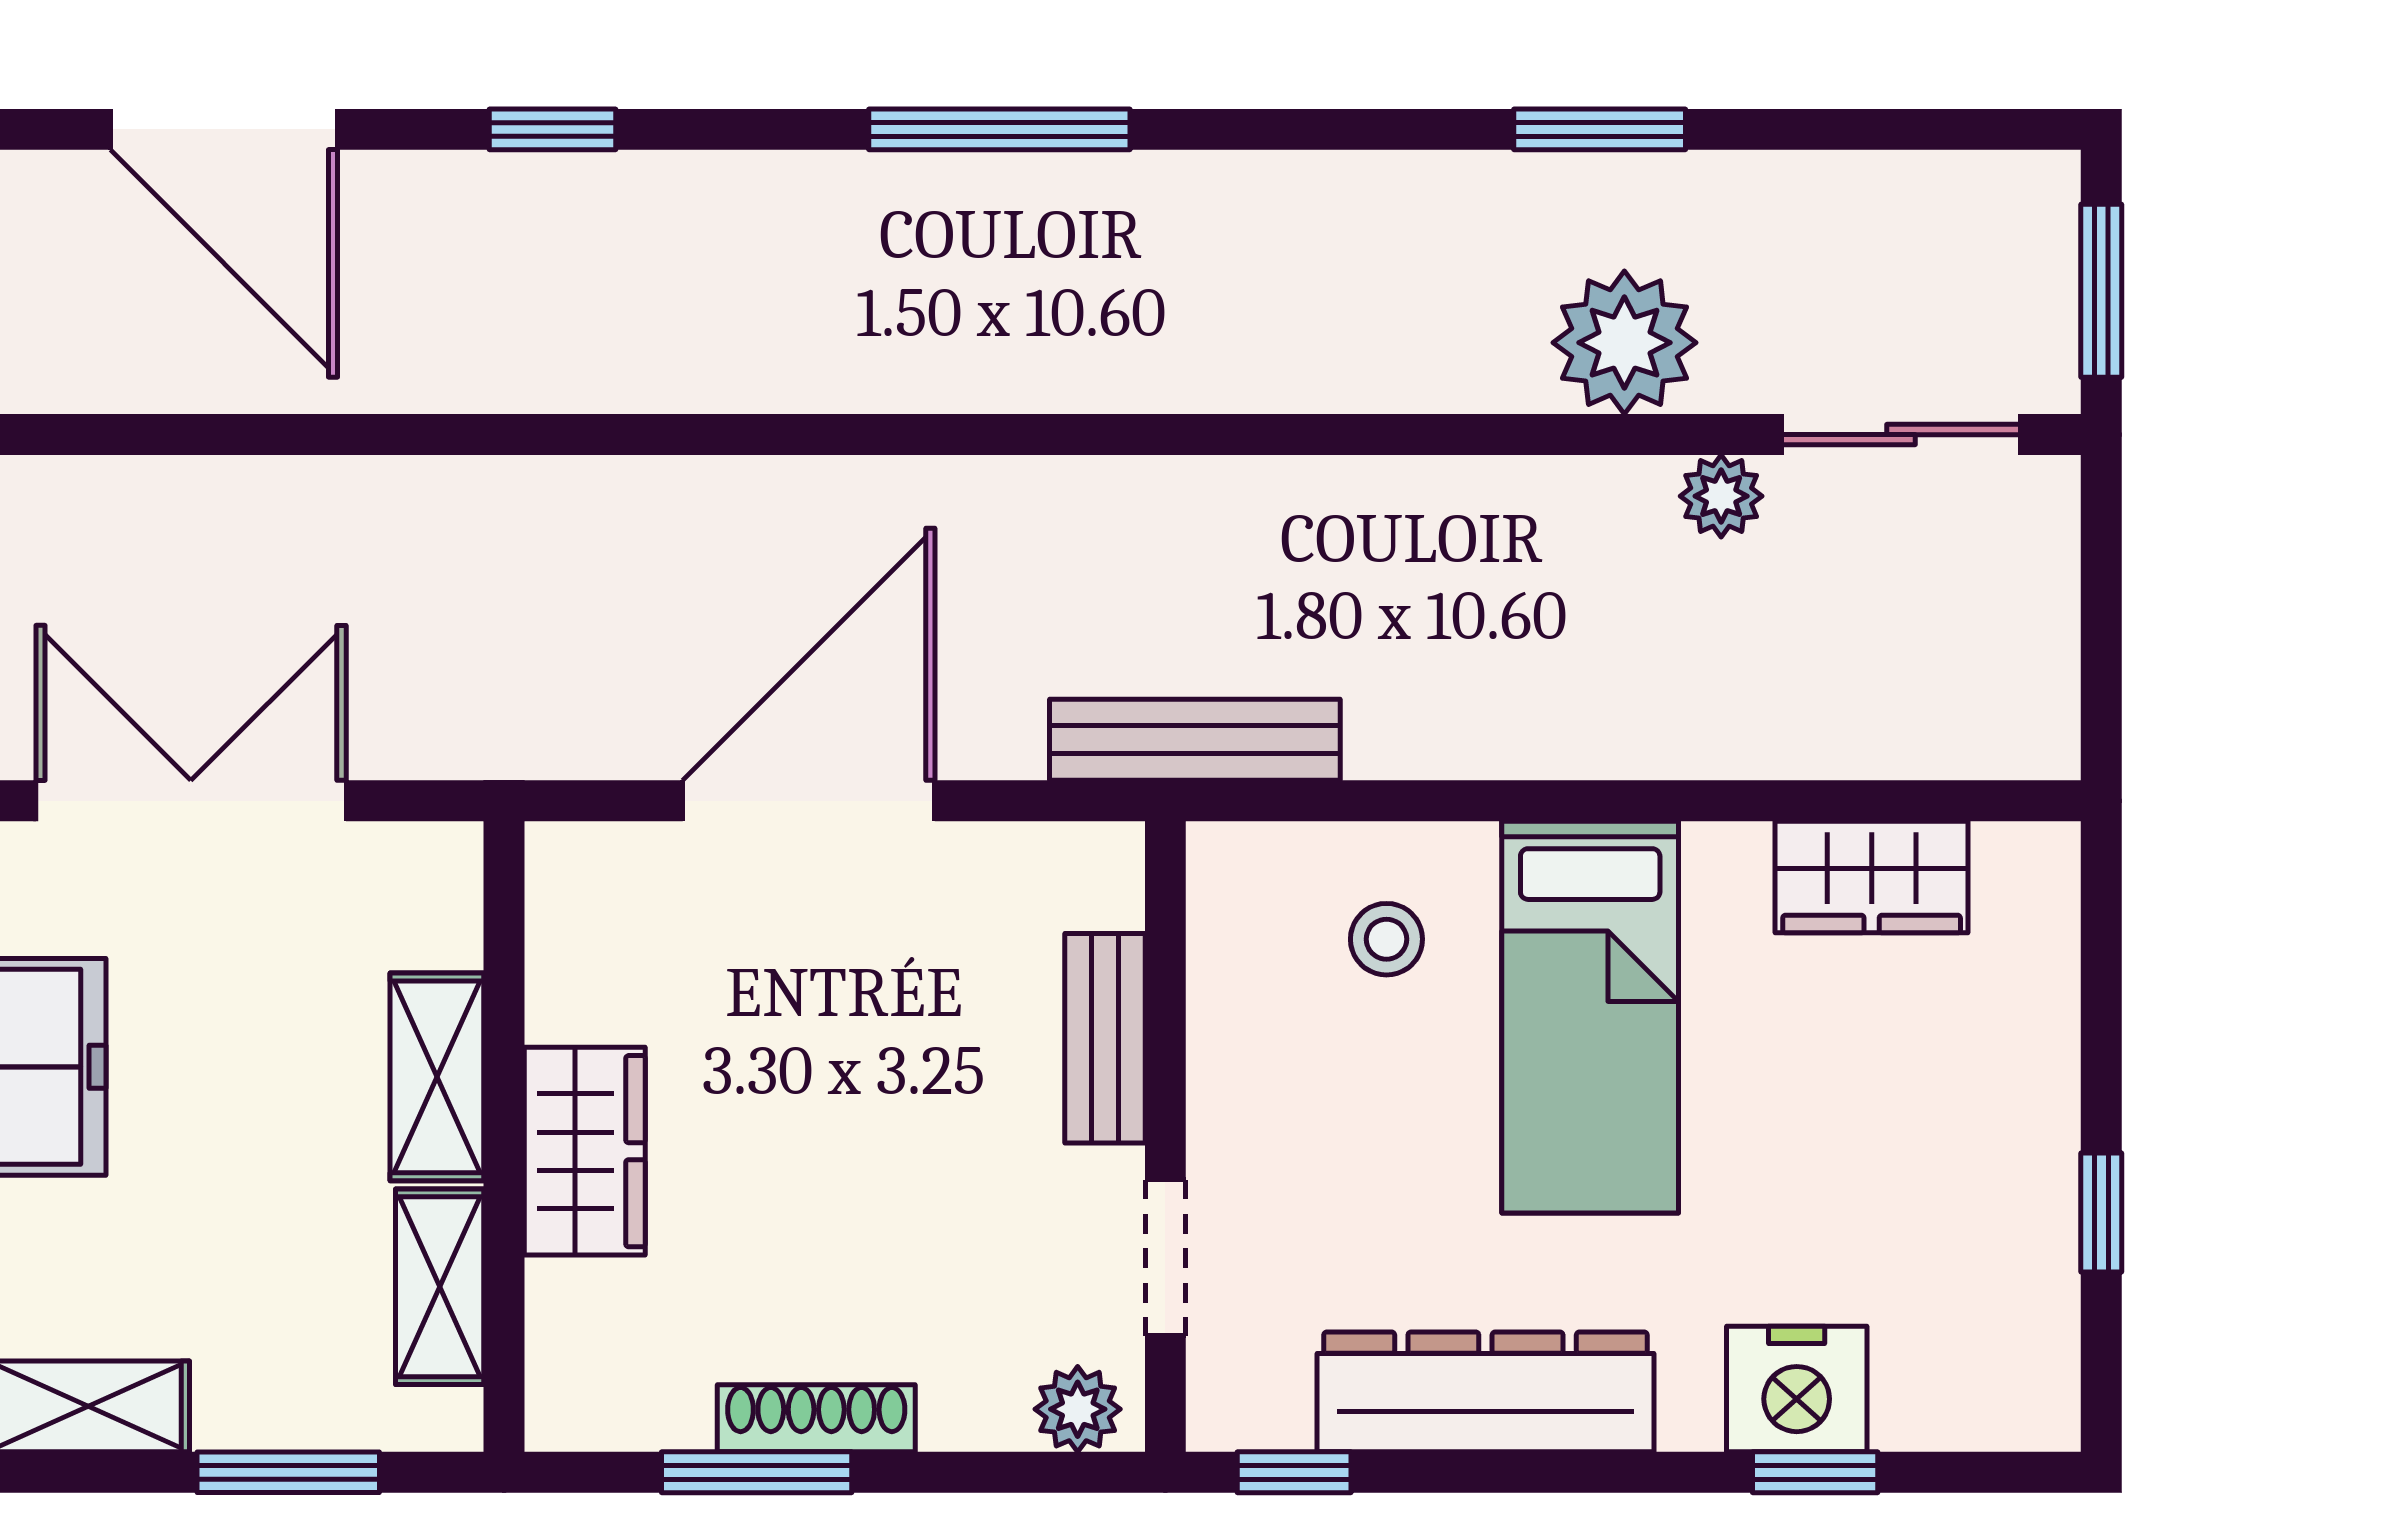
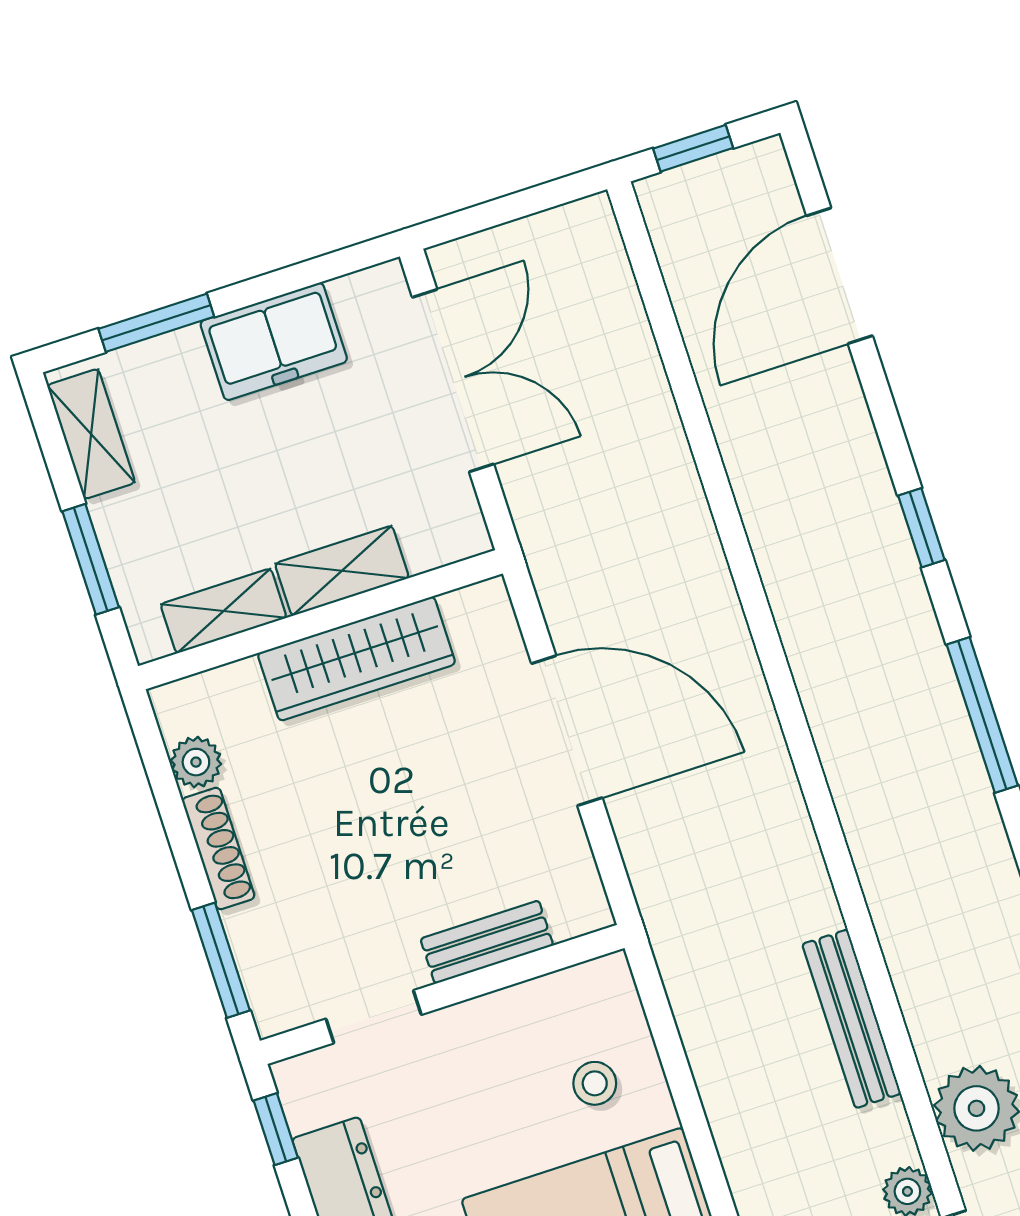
window: (553, 129) -> (921, 528), moved
bench: (1195, 740) -> (852, 1019), moved
wardrobe: (585, 1151) -> (357, 659), width x1.50
plant: (1078, 1409) -> (196, 762), moved
window: (757, 1472) -> (221, 960), moved

